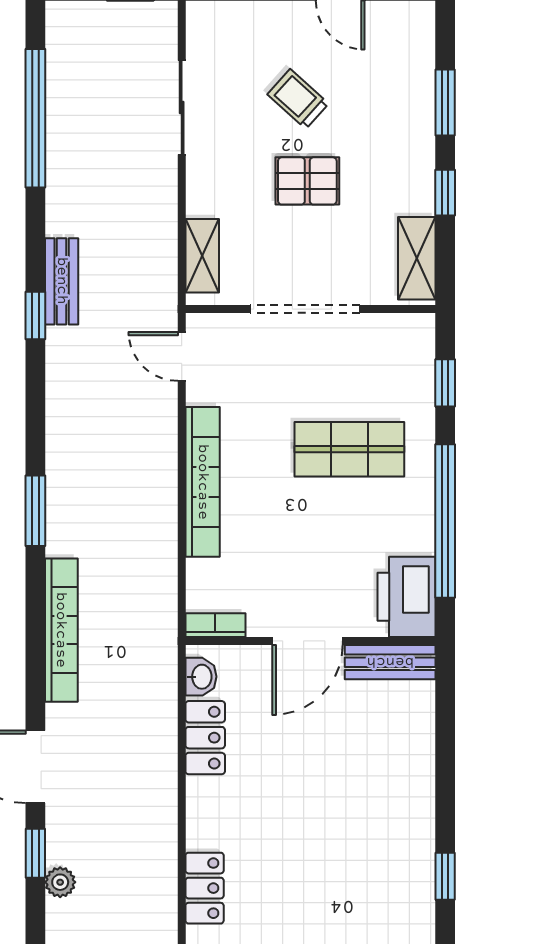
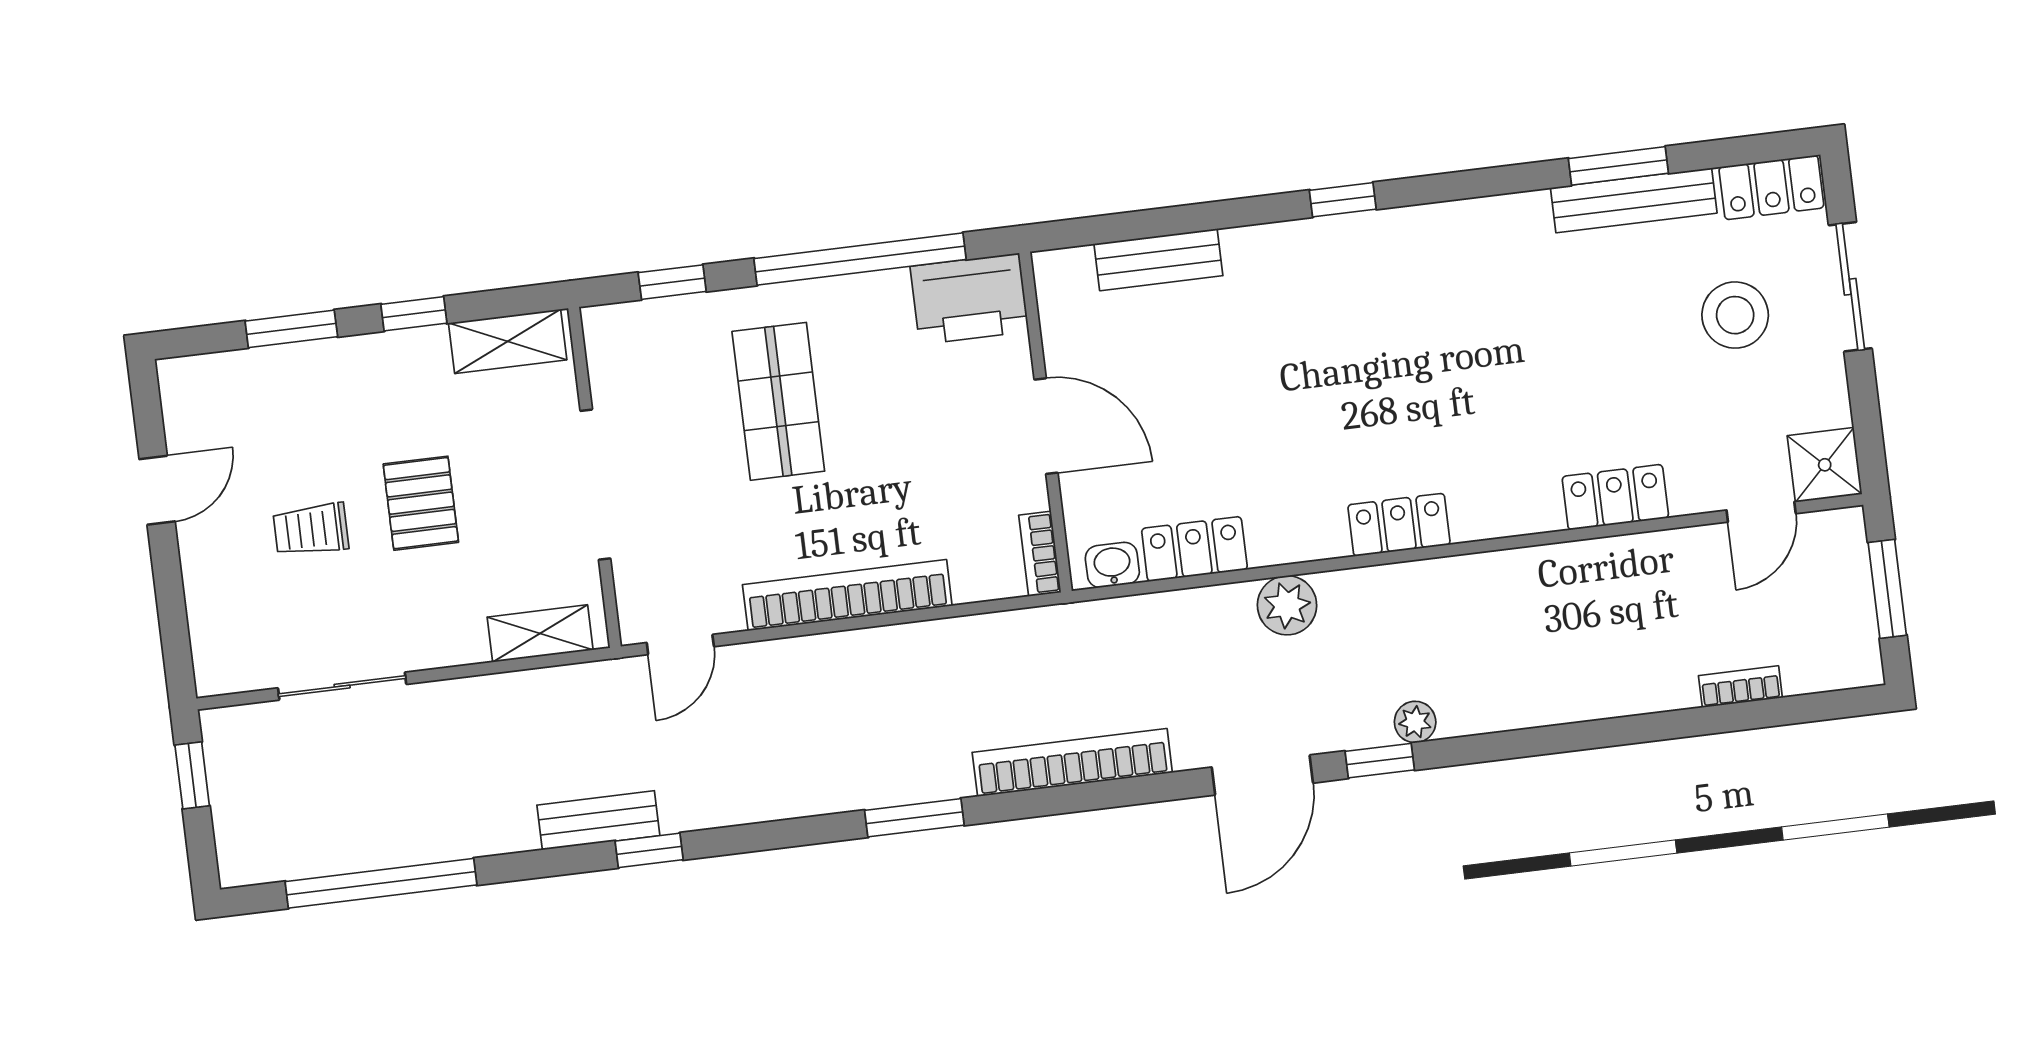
trolley: (298, 99) -> (311, 530), turned 48
bench: (390, 662) -> (1158, 260), moved, turned 90
plant: (156, 800) -> (1287, 605), added

